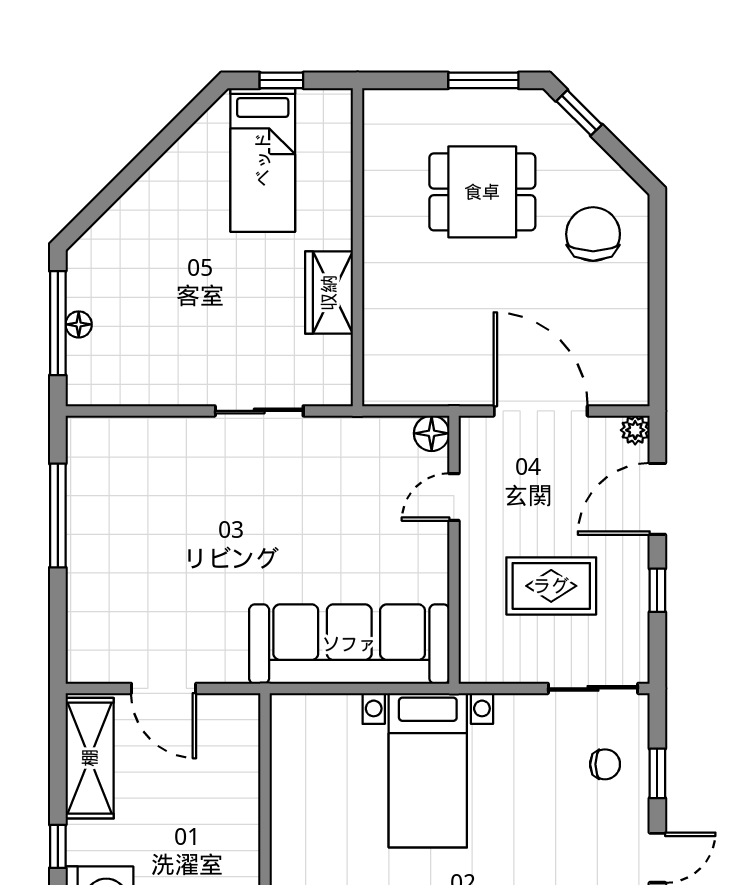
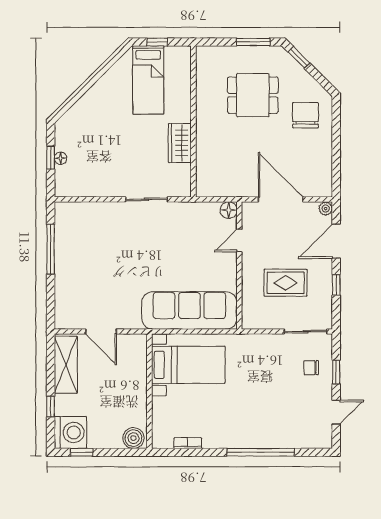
window: (58, 323) -> (51, 158), width x0.46
chair: (605, 764) -> (311, 368), turned 180
bed with nightstands: (428, 770) -> (188, 365), moved, turned -90

